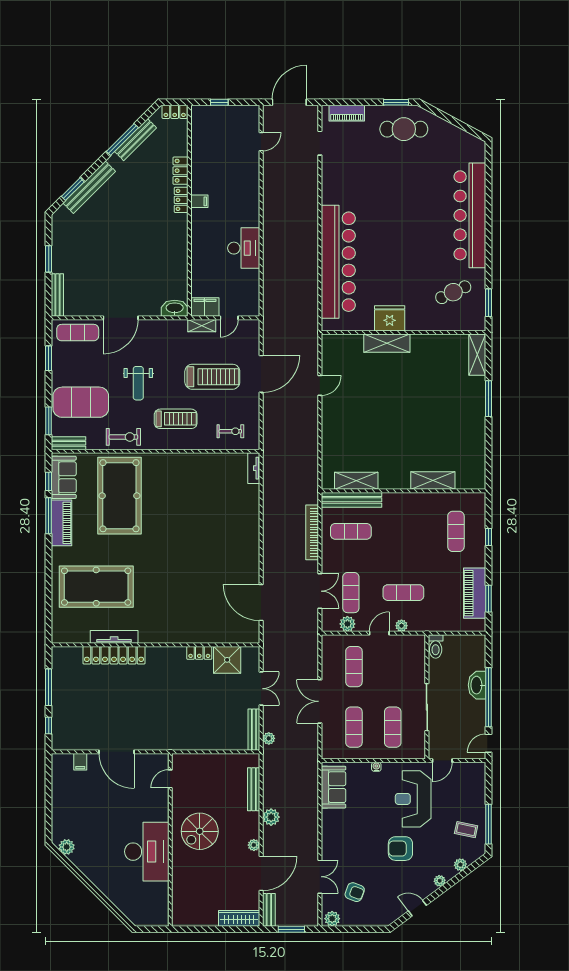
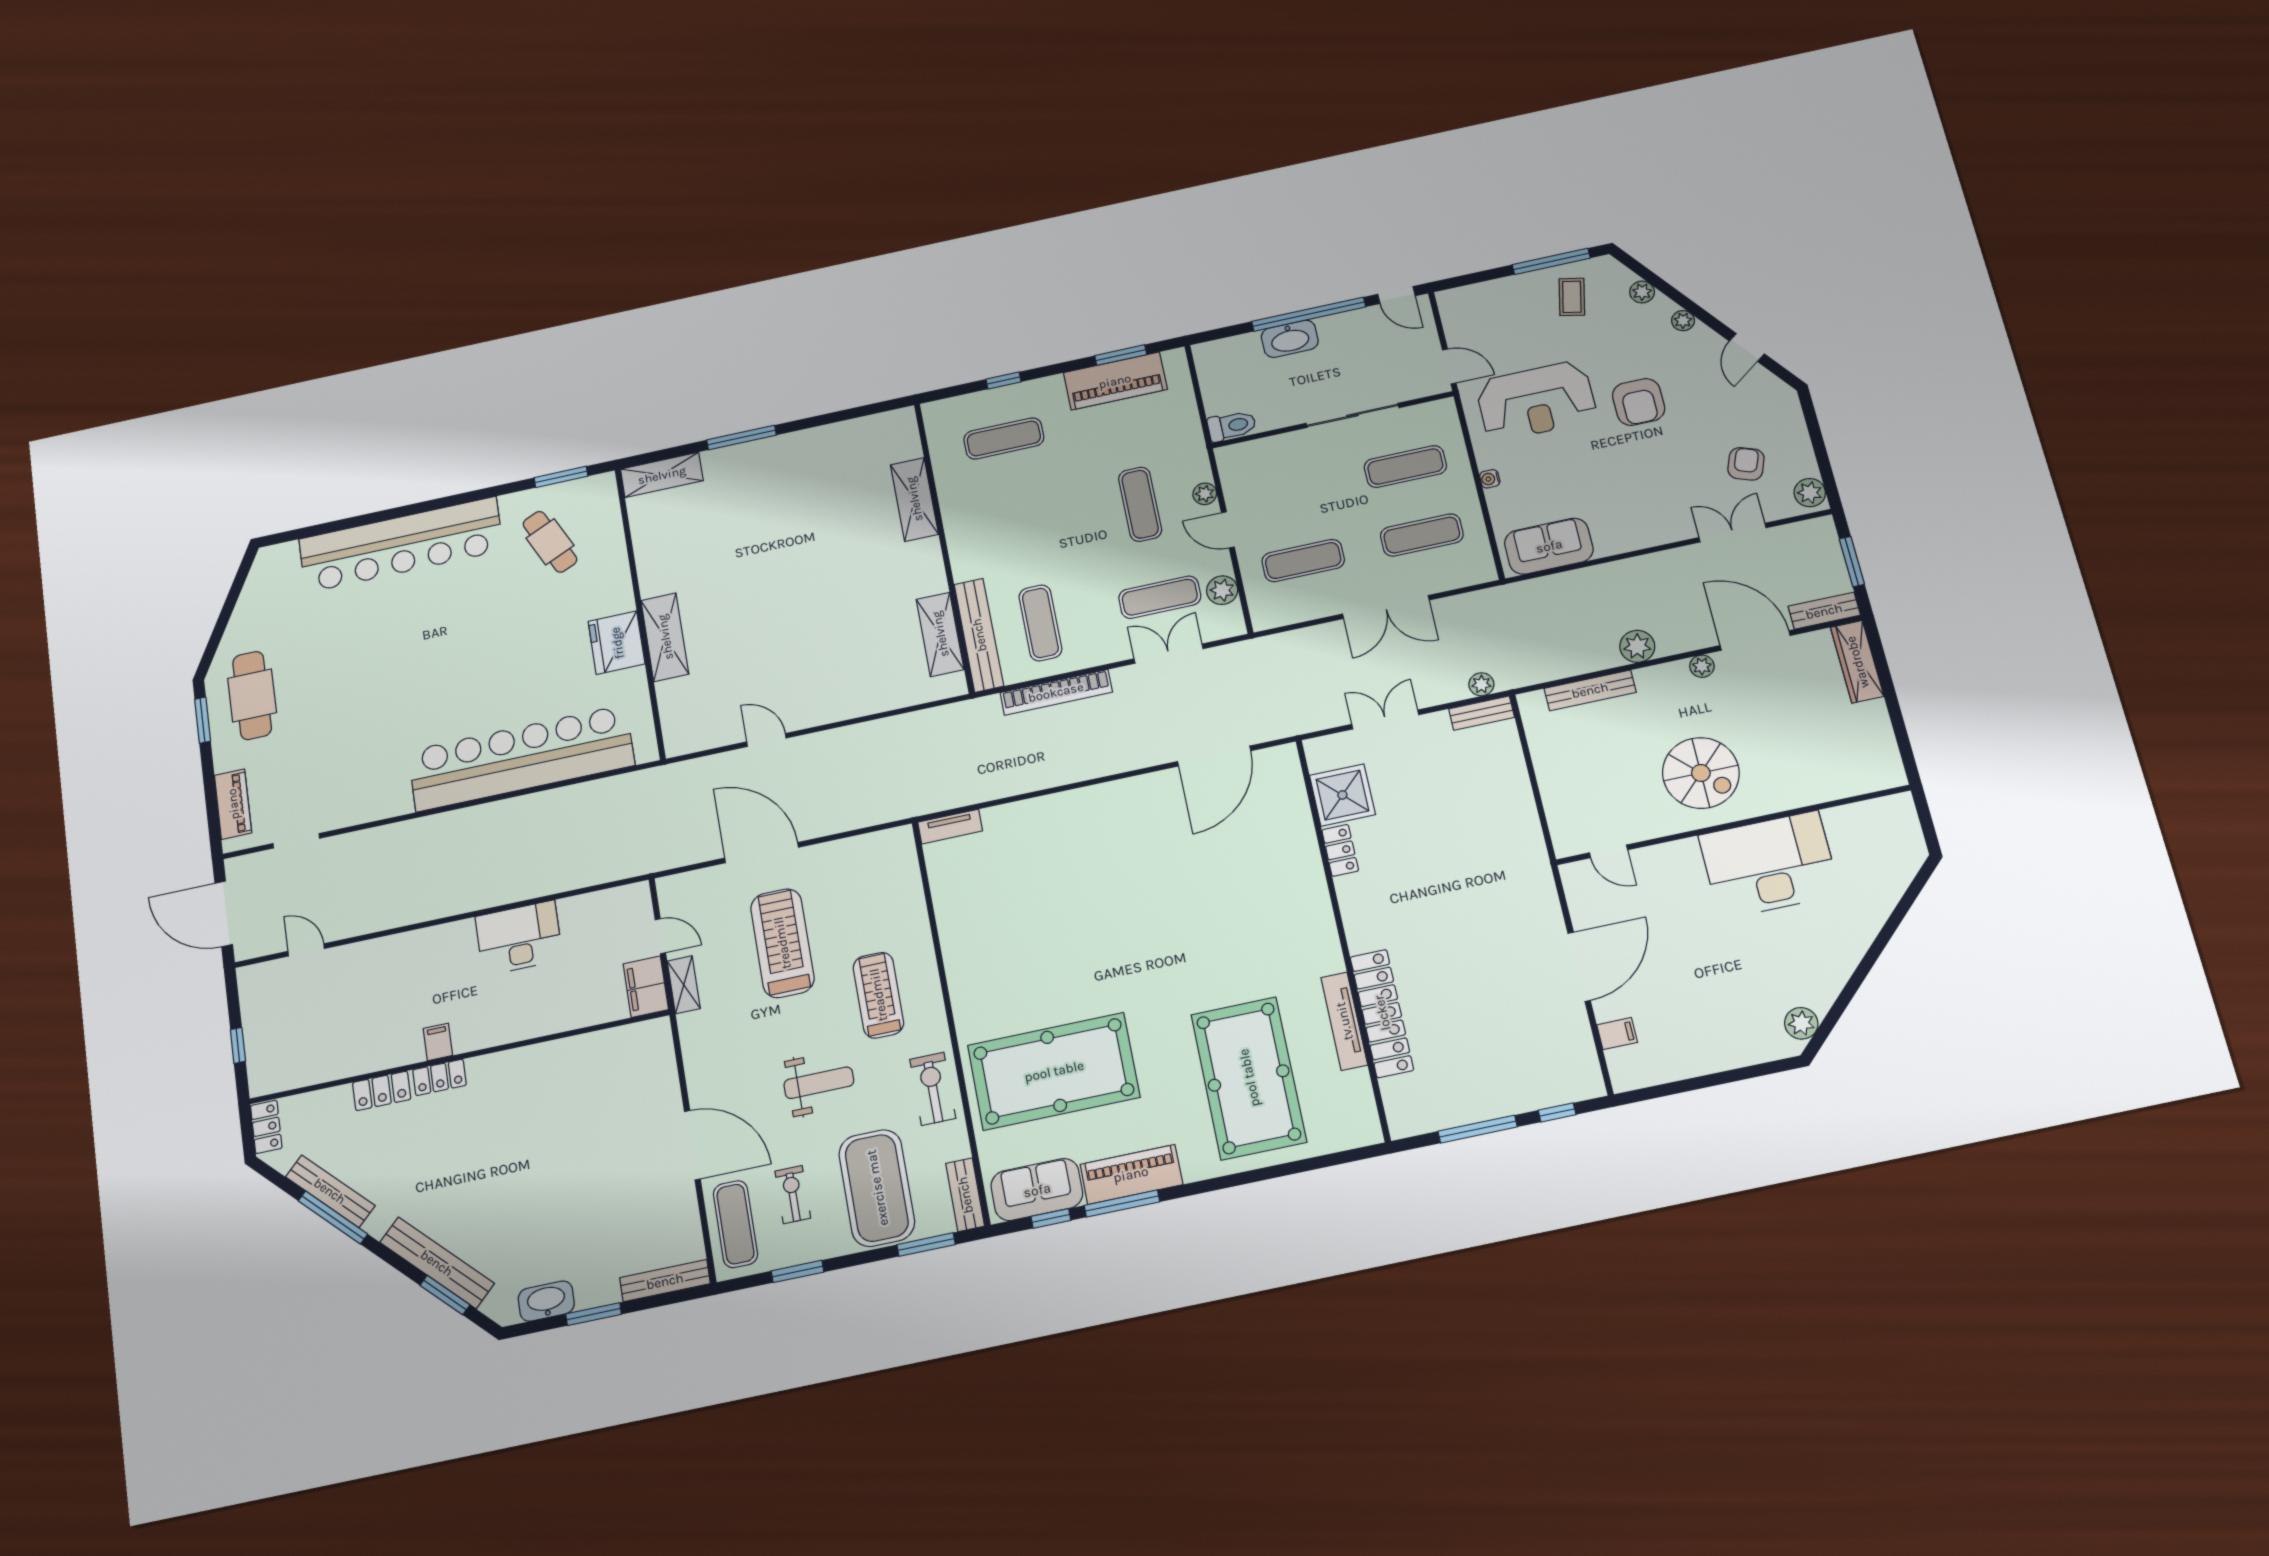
washbasin: (175, 308) -> (546, 1301), moved, turned 90
exercise bike: (230, 431) -> (793, 1194), moved
bench: (254, 730) -> (1482, 713), width x0.73

